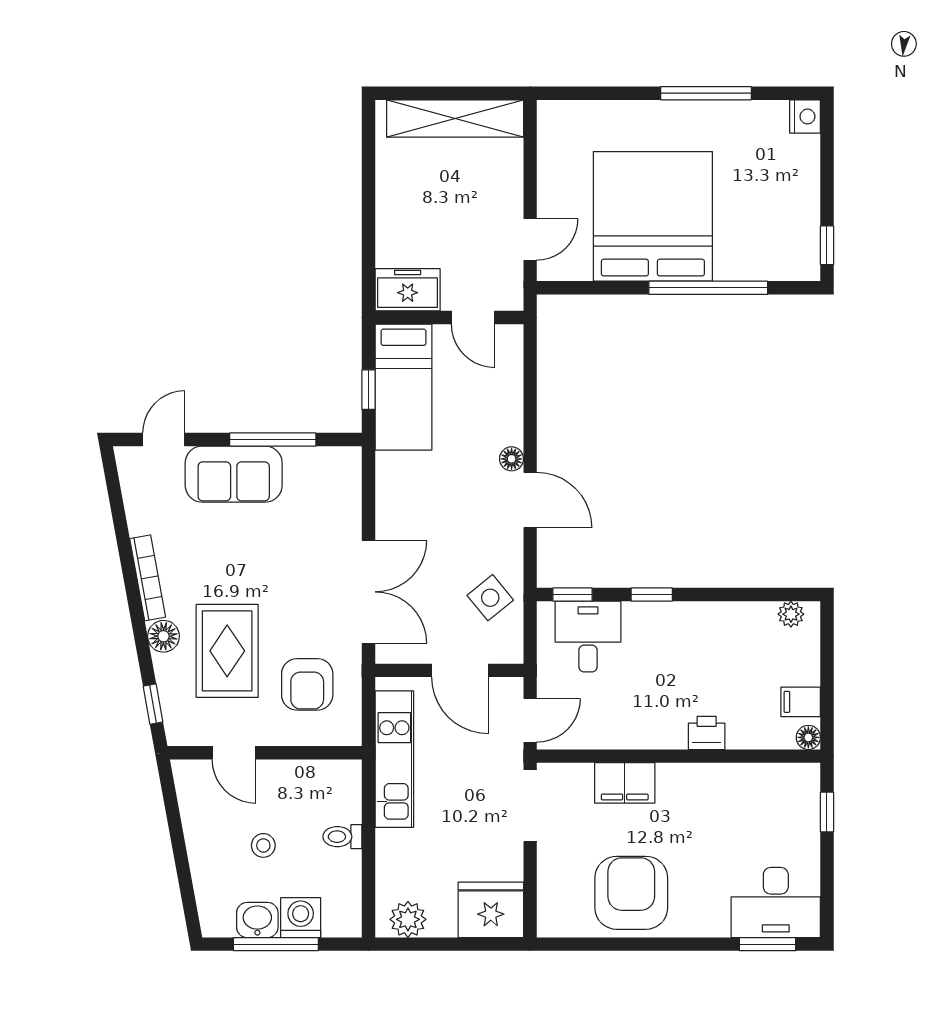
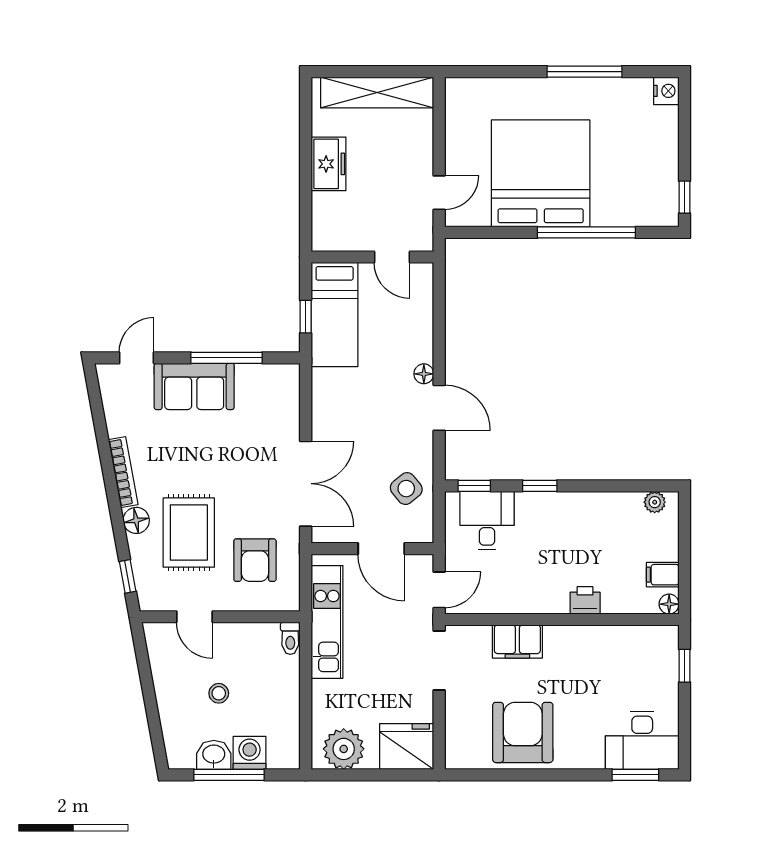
freezer: (408, 290) -> (329, 164), moved, turned 90
toilet: (342, 837) -> (290, 638), moved, turned -90
plant: (408, 919) -> (344, 749), width x1.36, depth x1.36

